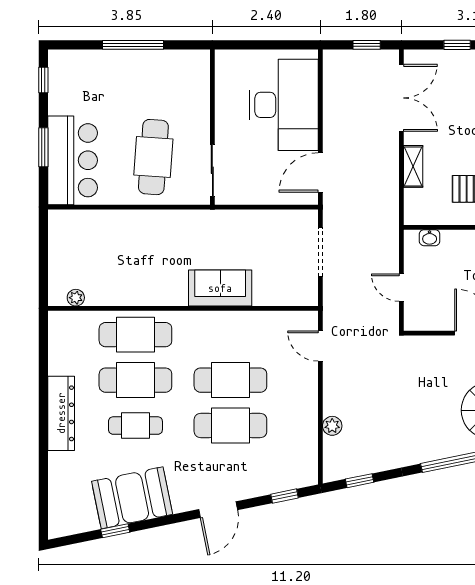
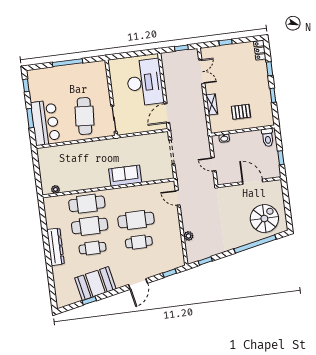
double door: (401, 98) -> (202, 72), width x0.73
cafe table: (230, 426) -> (139, 242), width x0.73, depth x0.74

